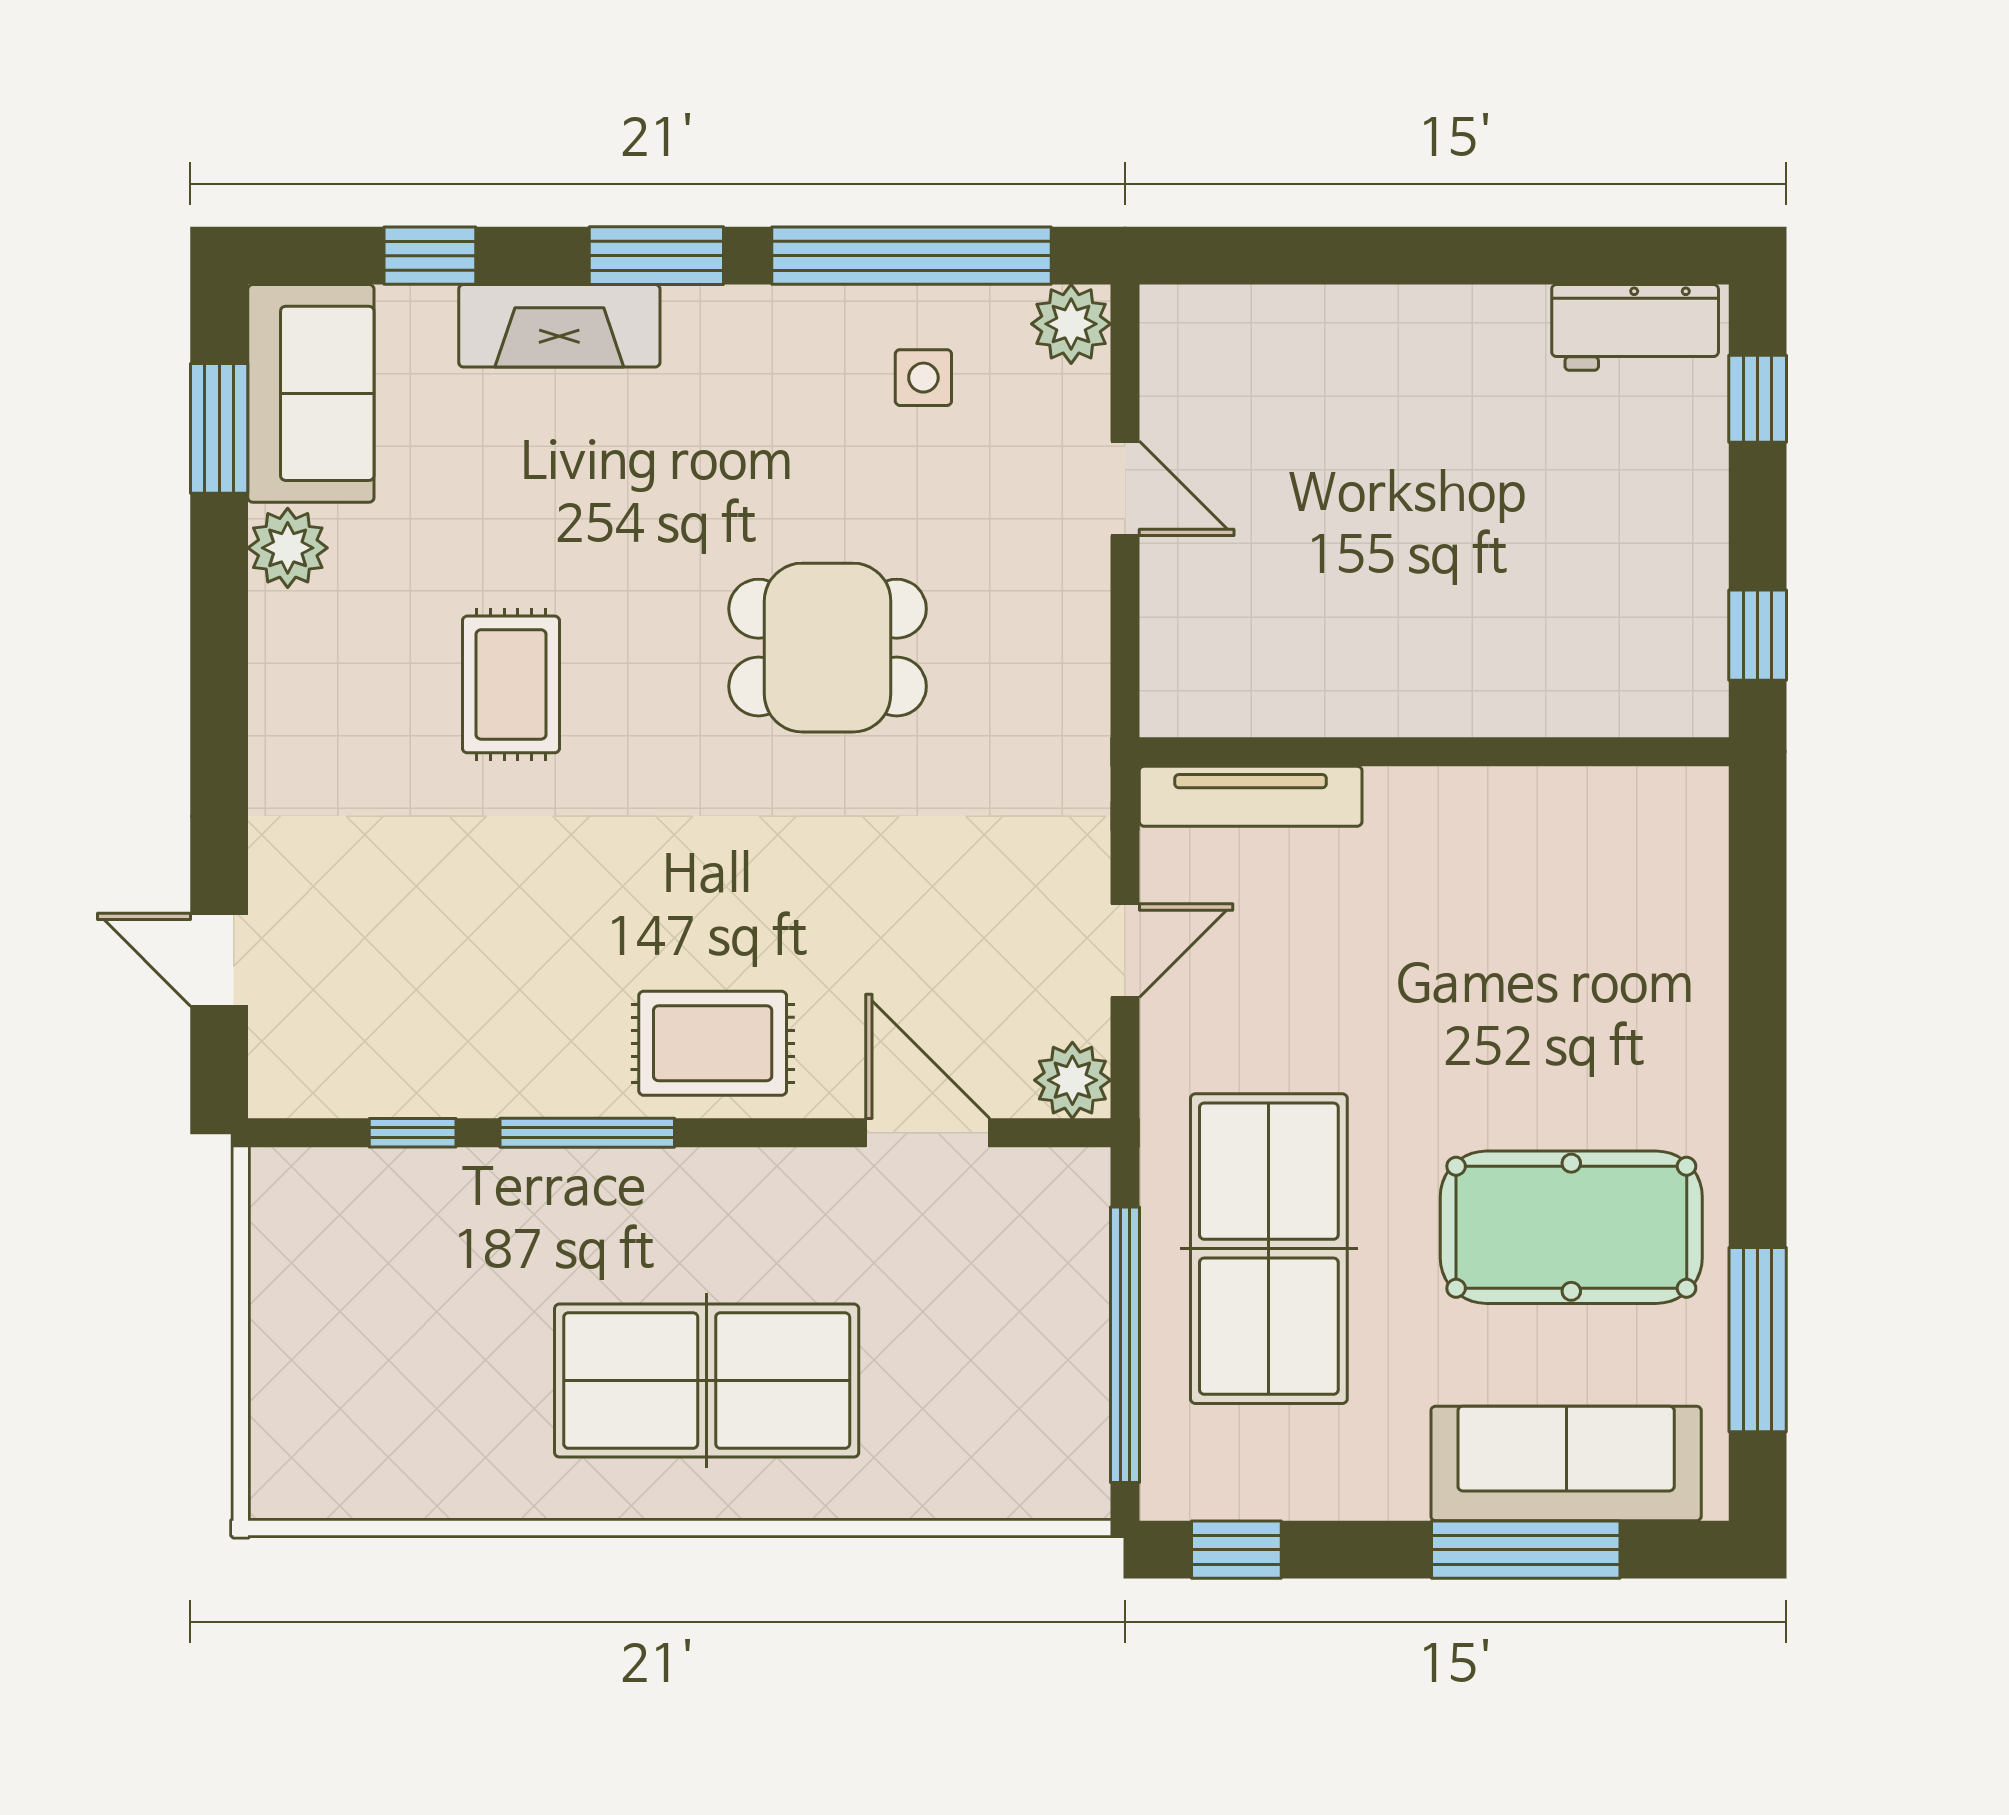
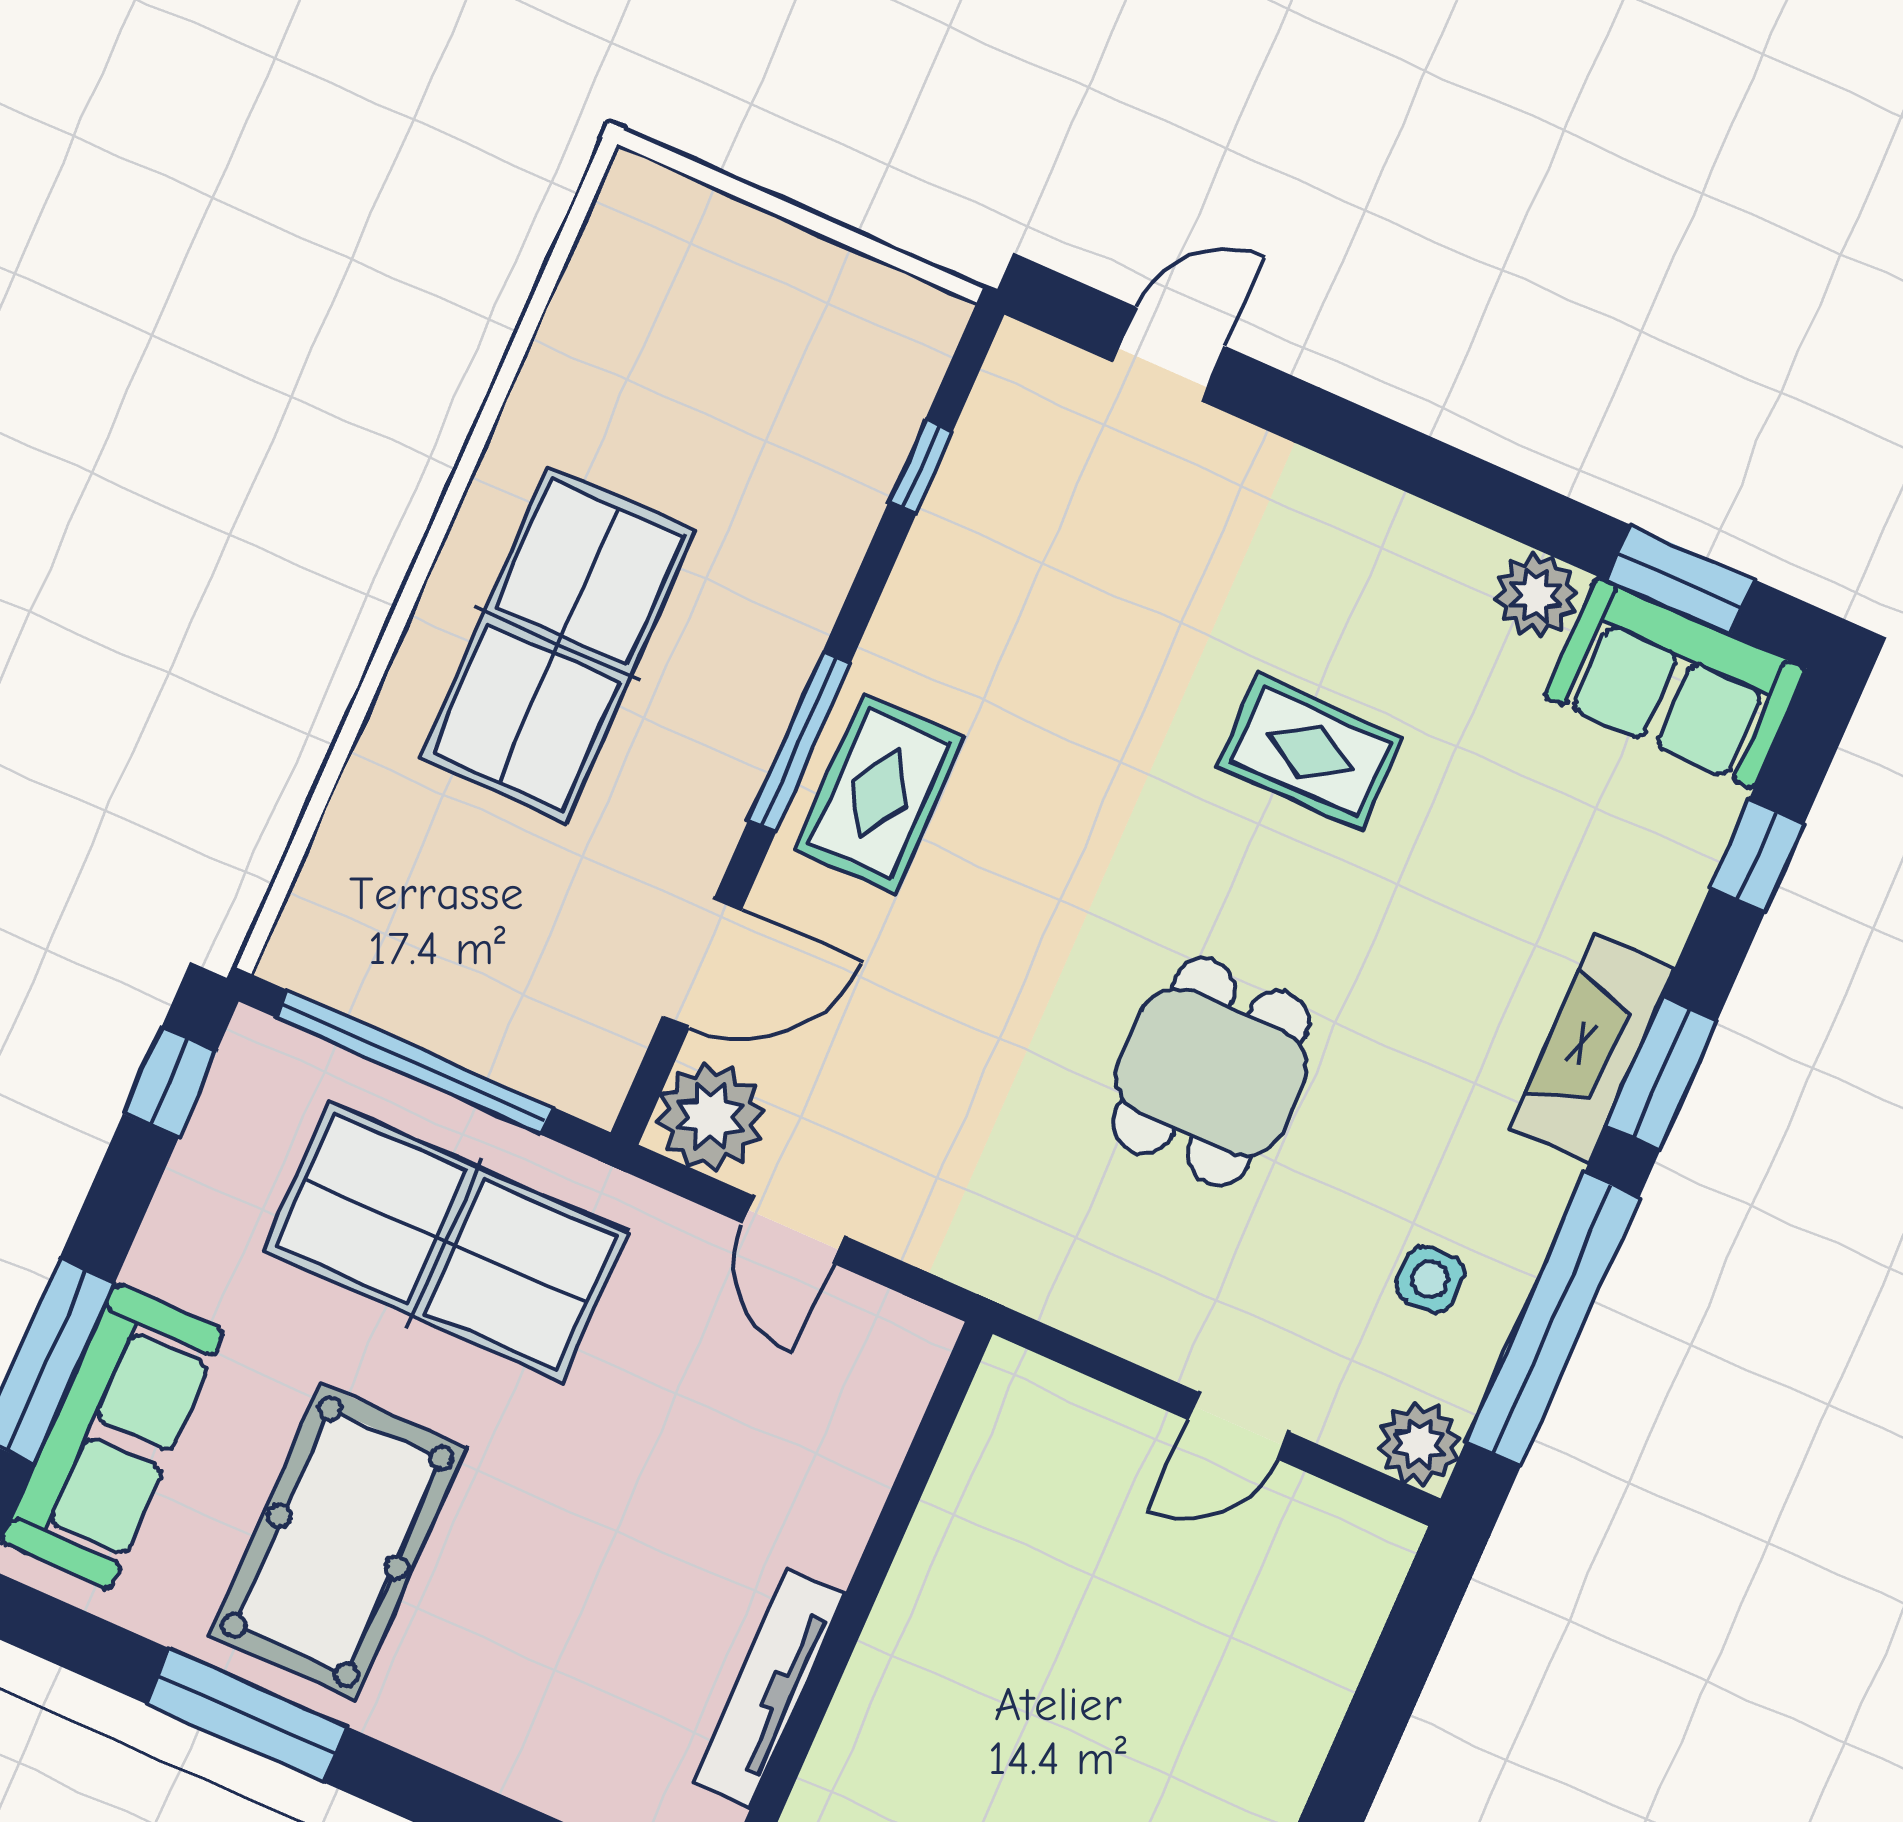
fireplace: (559, 326) -> (1592, 1048), moved
tv unit: (1251, 796) -> (769, 1688), moved
plant: (1072, 1080) -> (710, 1117), width x1.36, depth x1.36
window: (587, 1133) -> (800, 742), moved
window: (1758, 1340) -> (247, 1715), moved

